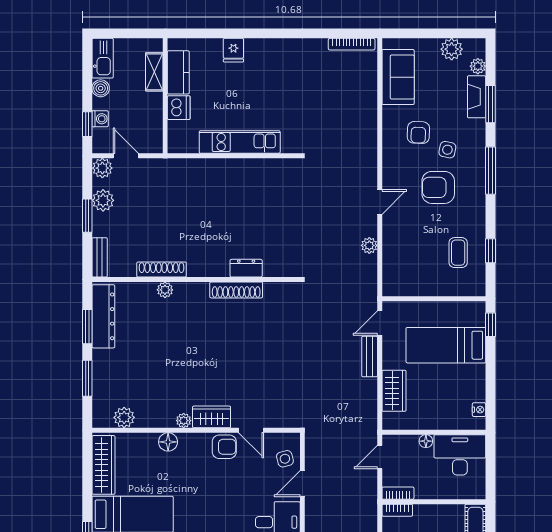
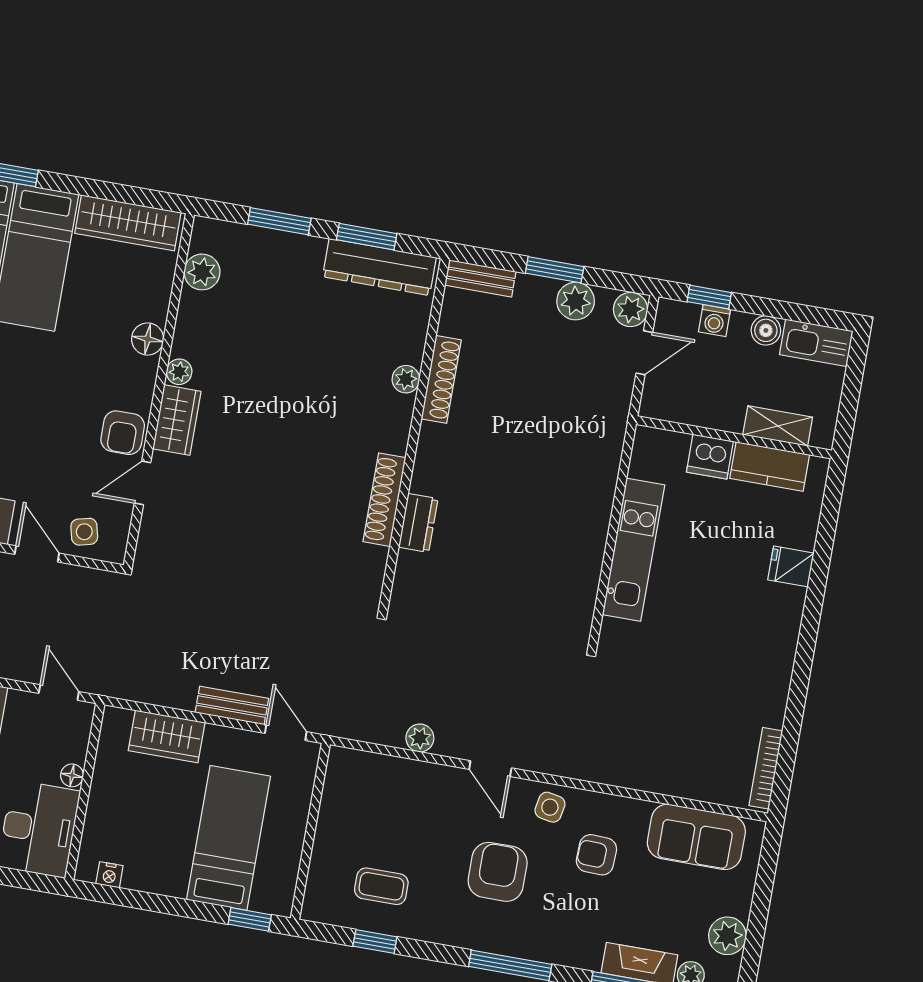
side table: (447, 150) -> (550, 807), moved

